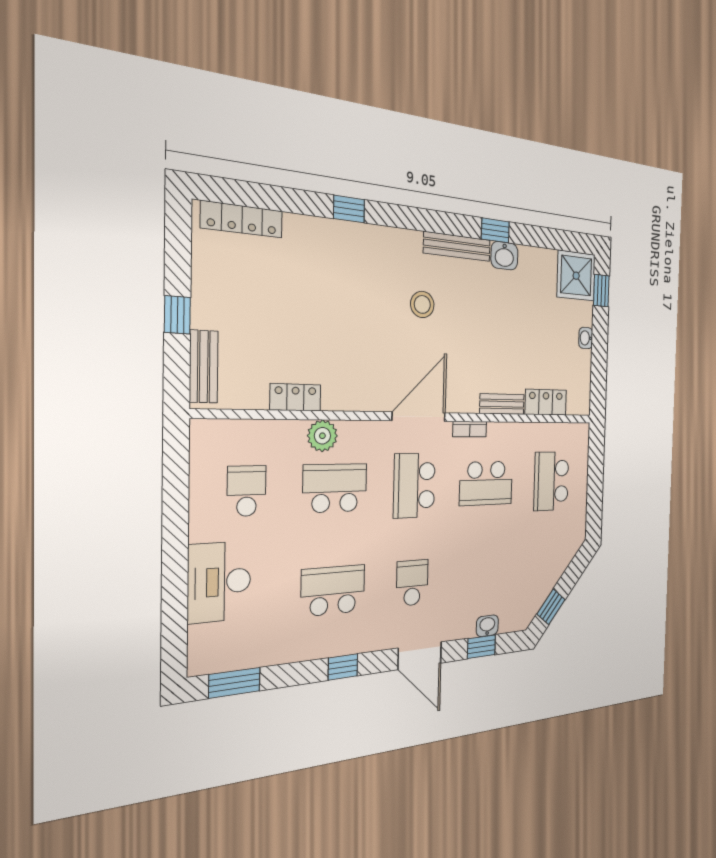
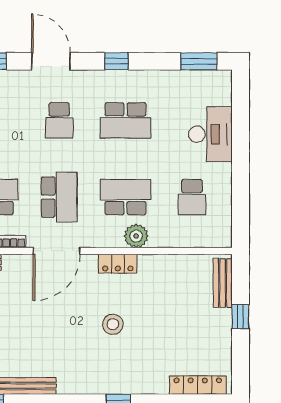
stool: (422, 304) -> (113, 324), moved
locker: (295, 397) -> (118, 264), moved
school desk: (335, 488) -> (126, 197), turned 180

